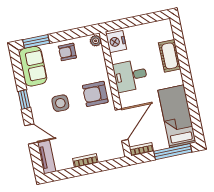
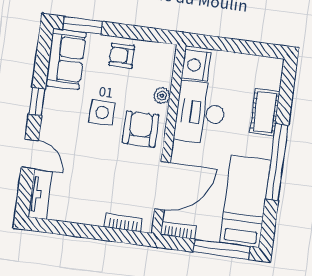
plant: (96, 41) -> (162, 96), moved
desk: (130, 76) -> (200, 113), width x1.37
window: (188, 85) -> (277, 162), added
armchair: (95, 94) -> (141, 129), turned 90
side table: (60, 103) -> (102, 112), moved
bookcase: (85, 161) -> (123, 223), moved

